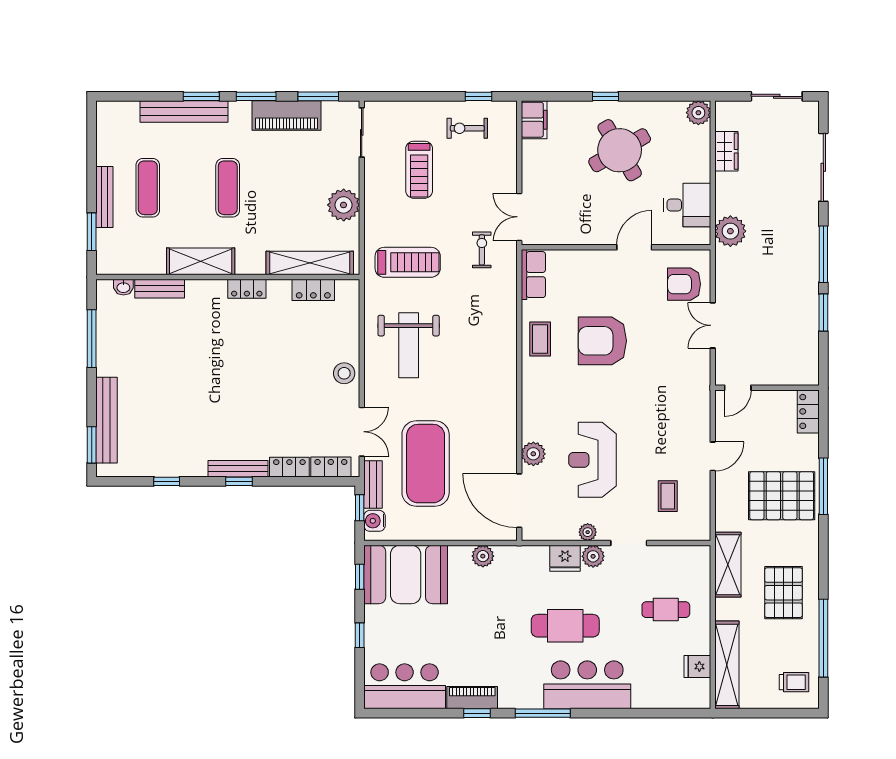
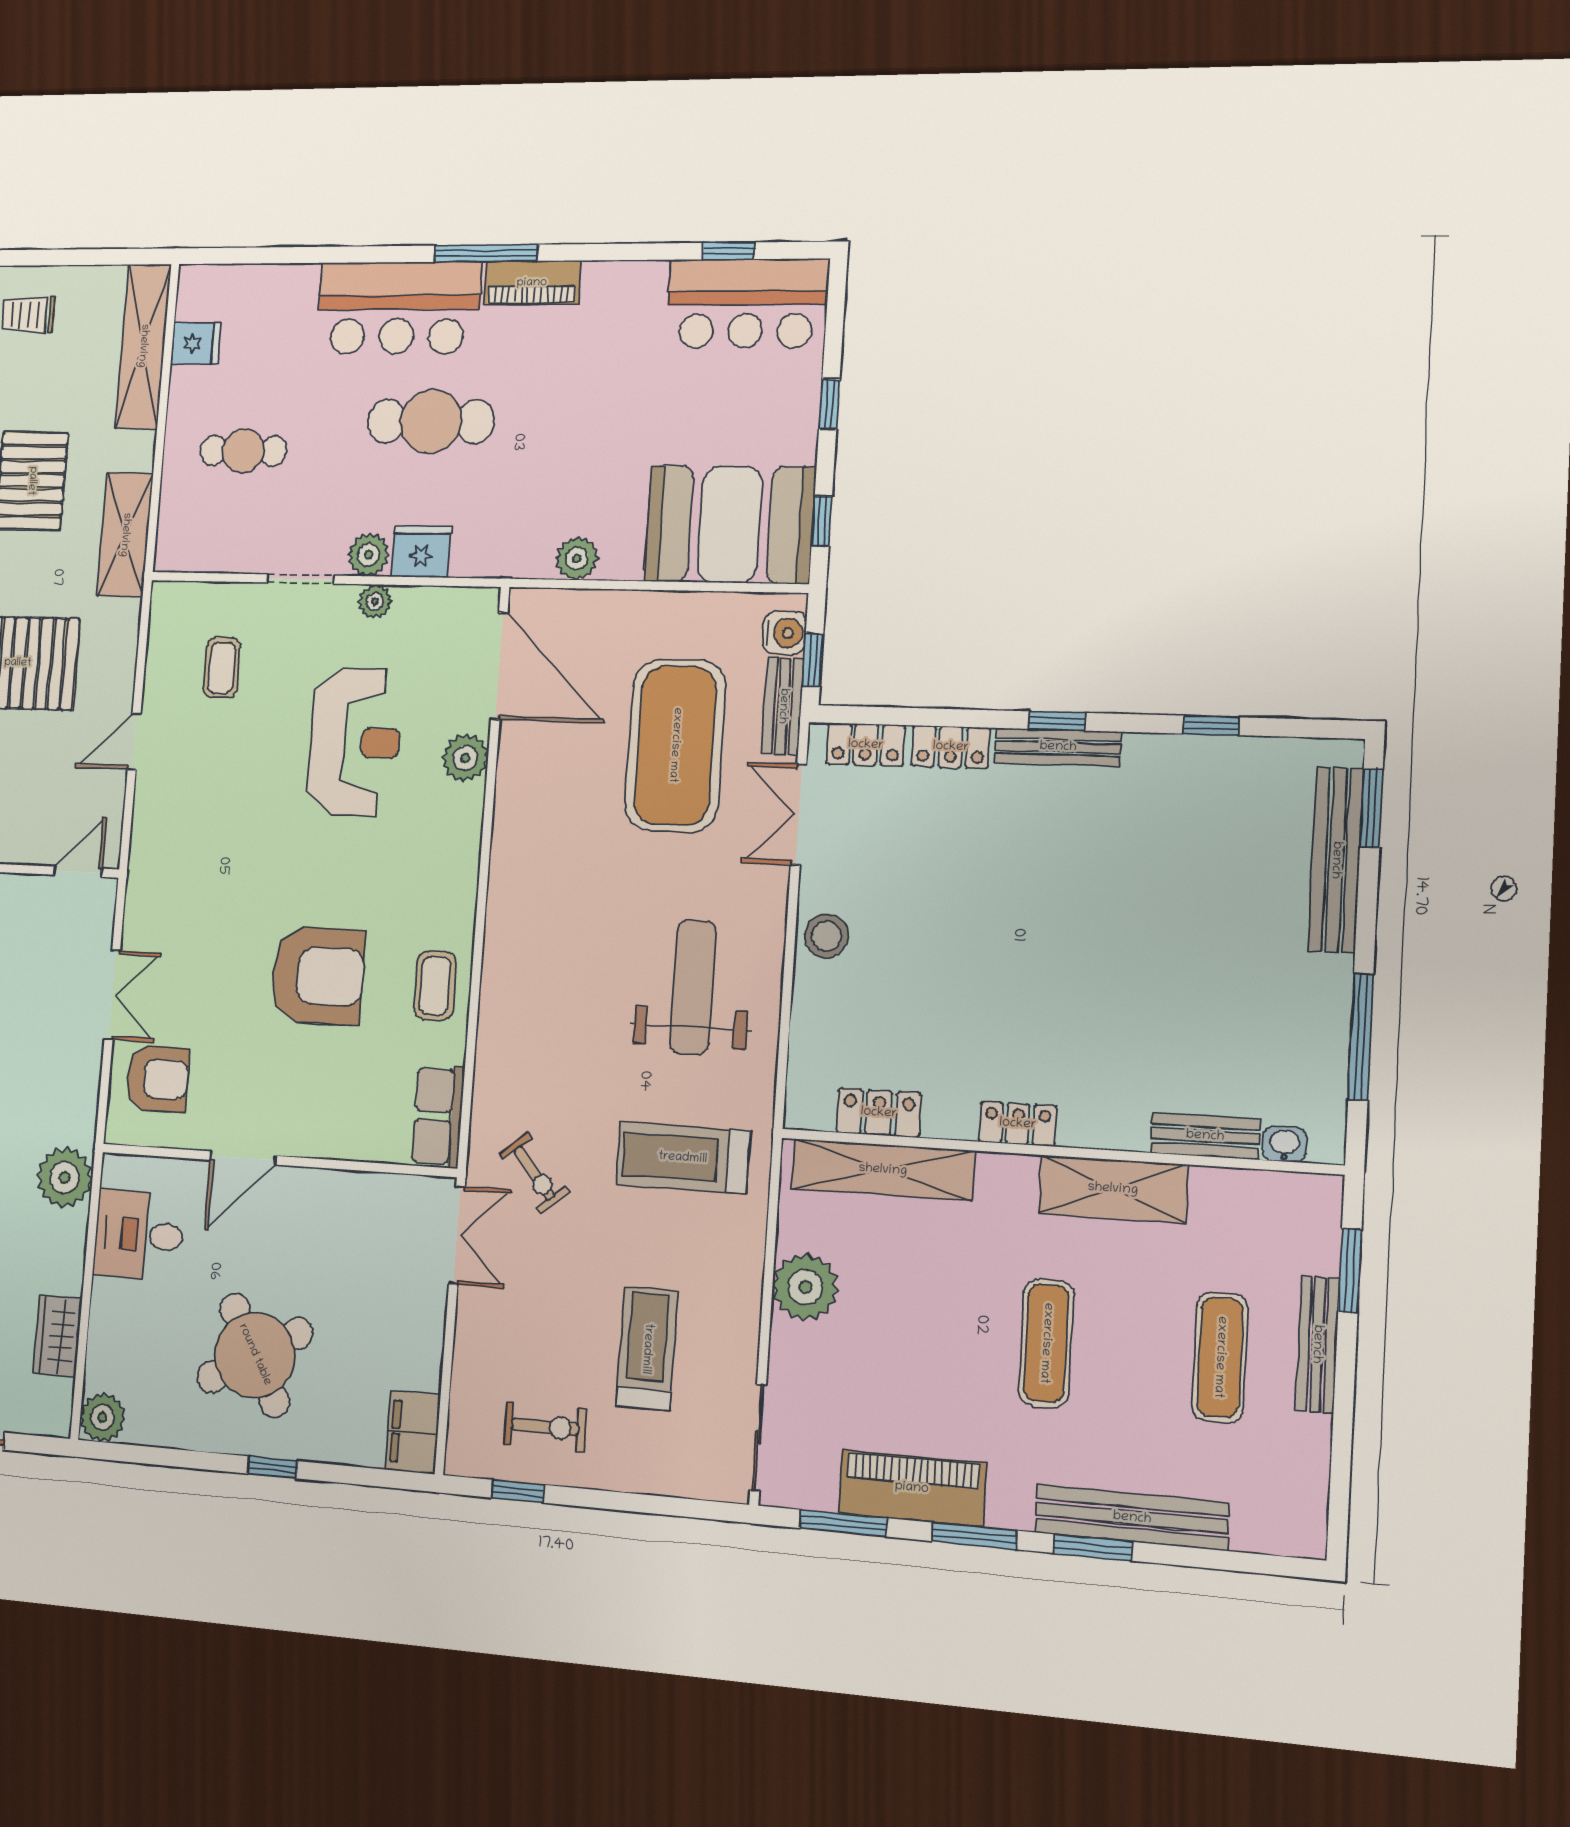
exercise bike: (482, 250) -> (534, 1173), turned -40
piano: (472, 698) -> (532, 283), moved
window: (477, 713) -> (728, 251), moved

